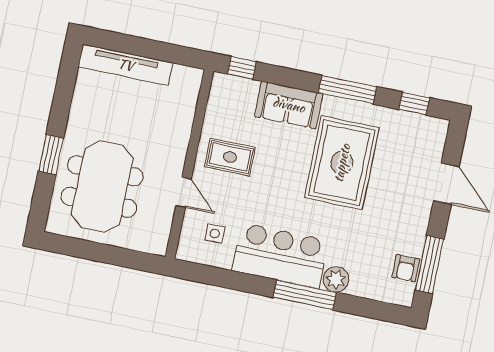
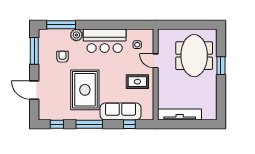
tv unit: (126, 65) -> (180, 115), moved
window: (242, 68) -> (129, 124), moved
sofa: (289, 105) -> (121, 111), width x1.36
armchair: (406, 268) -> (62, 57), moved
window: (305, 295) -> (61, 25), moved

